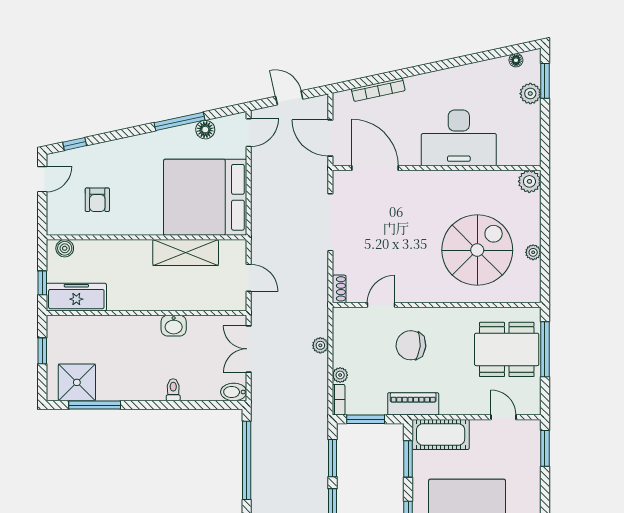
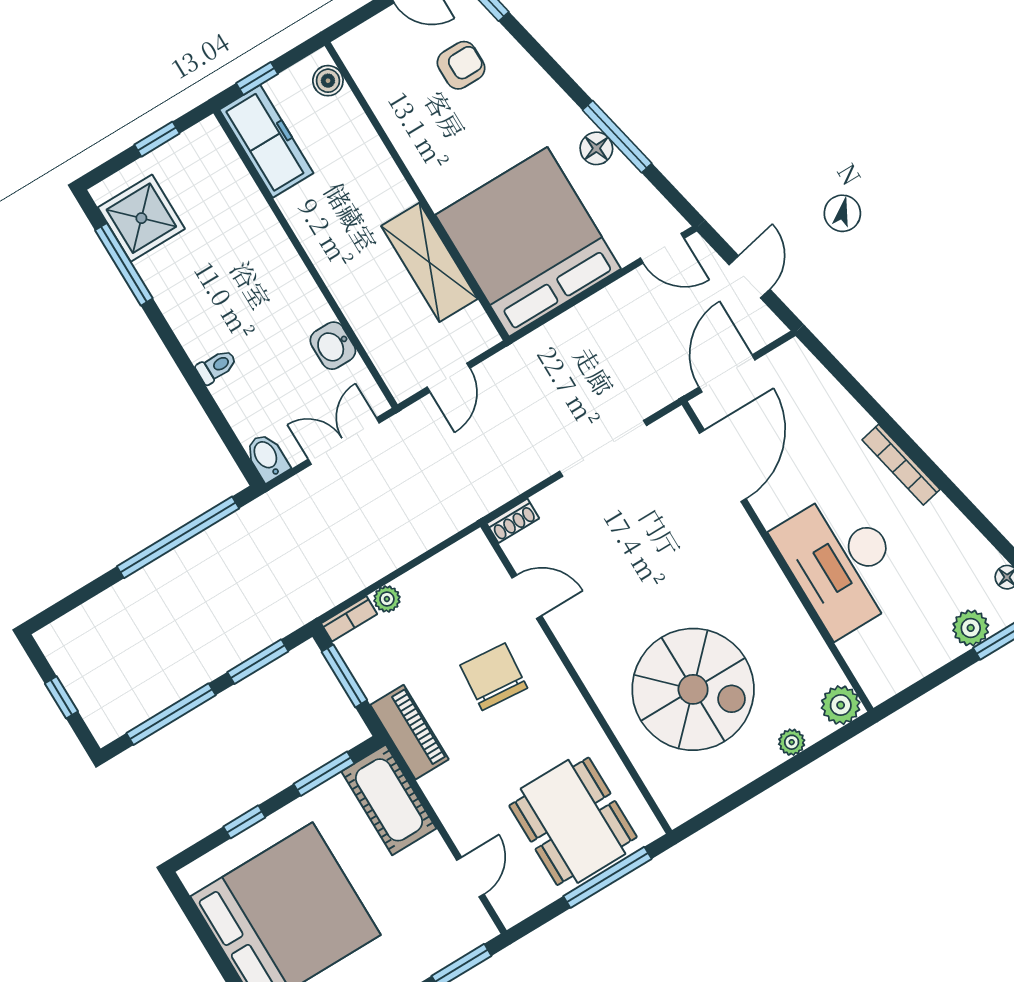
bookcase: (378, 90) -> (901, 465), moved
floor lamp: (205, 130) -> (596, 148), moved
armchair: (97, 200) -> (461, 65), moved, turned 180
plant: (533, 252) -> (792, 742), moved
washbasin: (174, 326) -> (333, 346), moved
plant: (320, 345) -> (413, 543), removed

